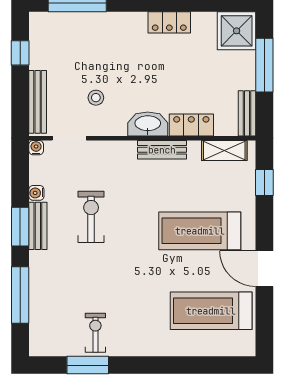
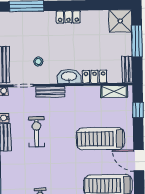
locker: (169, 22) -> (68, 17), moved
bench: (162, 150) -> (50, 92), moved

